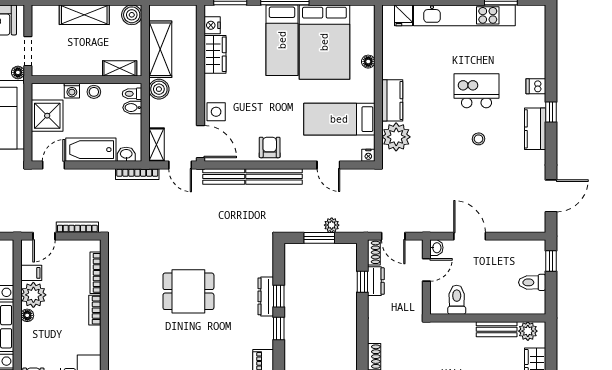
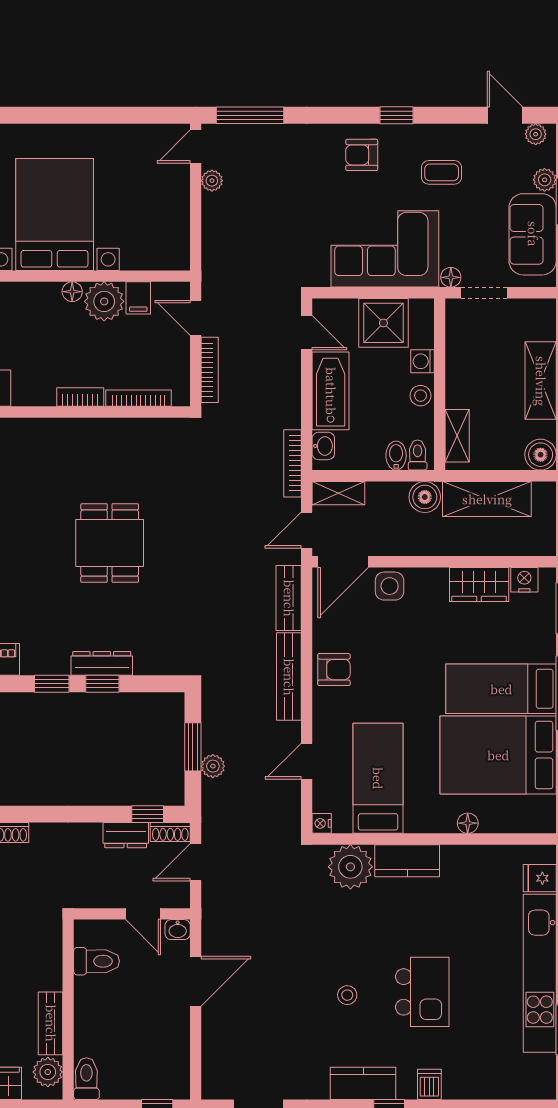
window: (362, 282) -> (148, 814), moved
toilet: (532, 282) -> (86, 1079), moved

